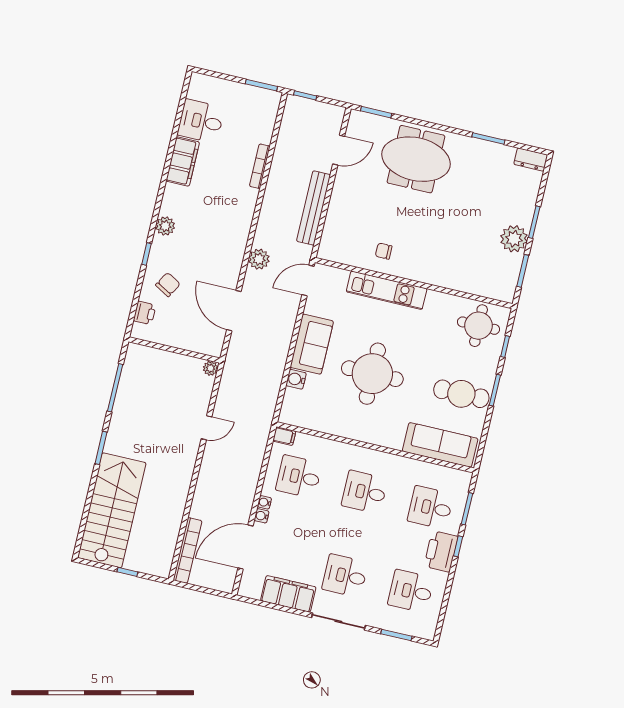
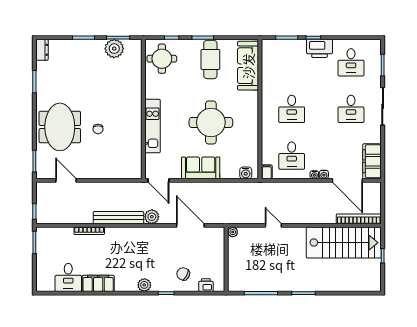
bench: (314, 208) -> (118, 218), moved
plant: (514, 239) -> (114, 49), moved
chair: (384, 251) -> (98, 129), moved
door: (234, 311) -> (190, 225), swing flipped
water cooler: (296, 379) -> (246, 173), moved
desk: (430, 508) -> (292, 62), removed
stairs: (112, 510) -> (344, 243), moved, turned 180
filing cabinet: (288, 594) -> (372, 161), moved

